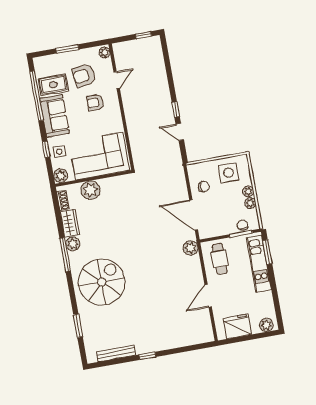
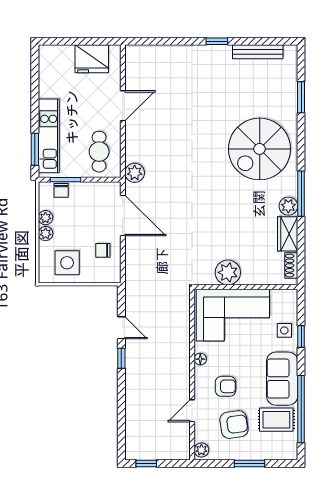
floor lamp: (117, 119) -> (200, 359), added
plant: (61, 176) -> (288, 298), removed
plant: (91, 190) -> (228, 272), moved
plant: (266, 325) -> (53, 54), removed

